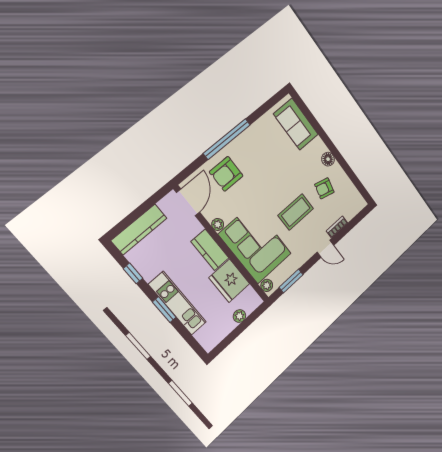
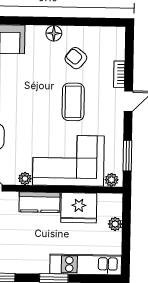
armchair: (324, 188) -> (76, 58), turned 115
kitchen unit: (177, 303) -> (86, 264), moved

